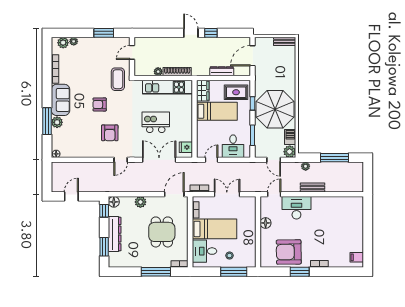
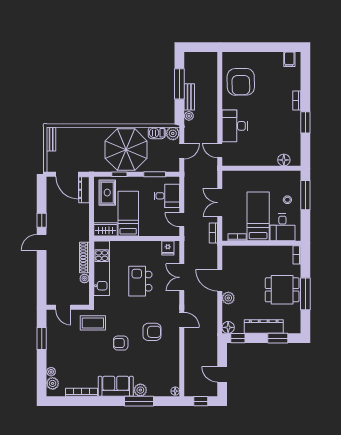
dresser: (222, 71) -> (84, 190), moved
armchair: (100, 104) -> (121, 343), turned 90
double door: (159, 160) -> (182, 277), width x0.73
window: (47, 177) -> (201, 401), added
bench: (312, 188) -> (189, 97), moved
door: (174, 194) -> (220, 280), moved
floor lamp: (266, 223) -> (284, 160), moved
dining table: (162, 232) -> (282, 290), moved
armchair: (289, 252) -> (241, 82), moved
window: (156, 272) -> (305, 294), moved

